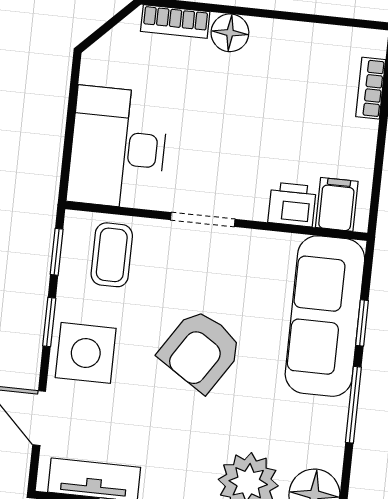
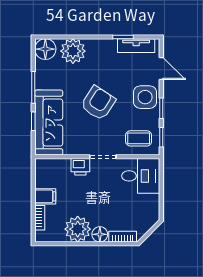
plant: (282, 51) -> (78, 229), added
desk: (118, 148) -> (141, 176), width x0.73
printer: (292, 204) -> (80, 167), moved
filing cabinet: (337, 204) -> (45, 196), moved, turned -90
coffee table: (112, 255) -> (139, 138), turned 90

